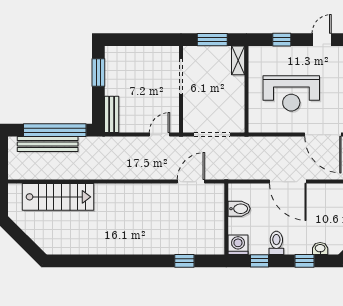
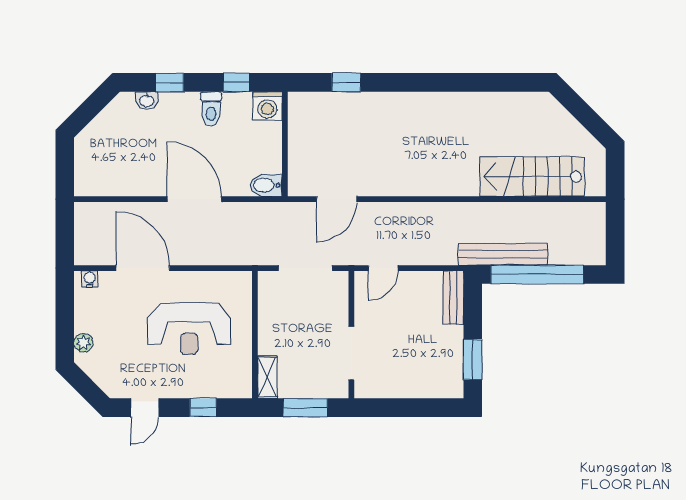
reception desk: (291, 93) -> (189, 329), turned 180
bench: (48, 144) -> (503, 254), moved
bidet: (239, 209) -> (266, 185), moved

